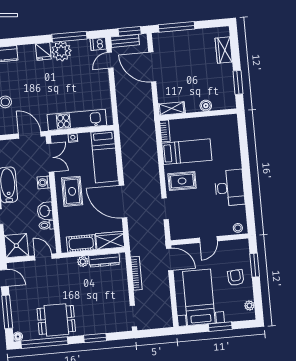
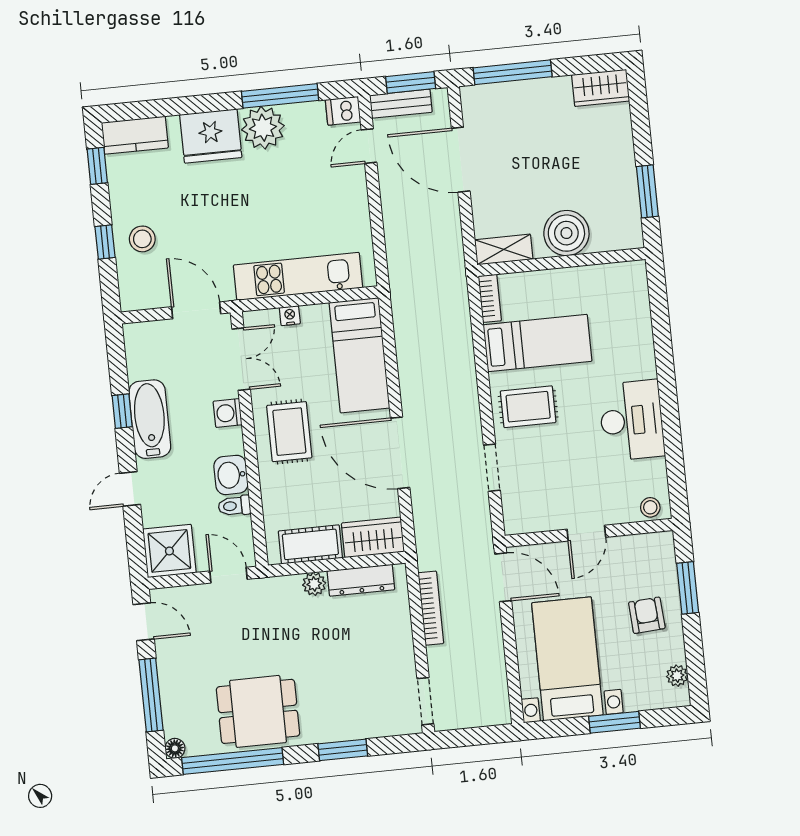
wardrobe: (224, 50) -> (601, 88), moved, turned -90
fridge: (43, 51) -> (211, 136), width x1.88, depth x1.34
boiler: (206, 106) -> (566, 233), width x1.86, depth x1.86

